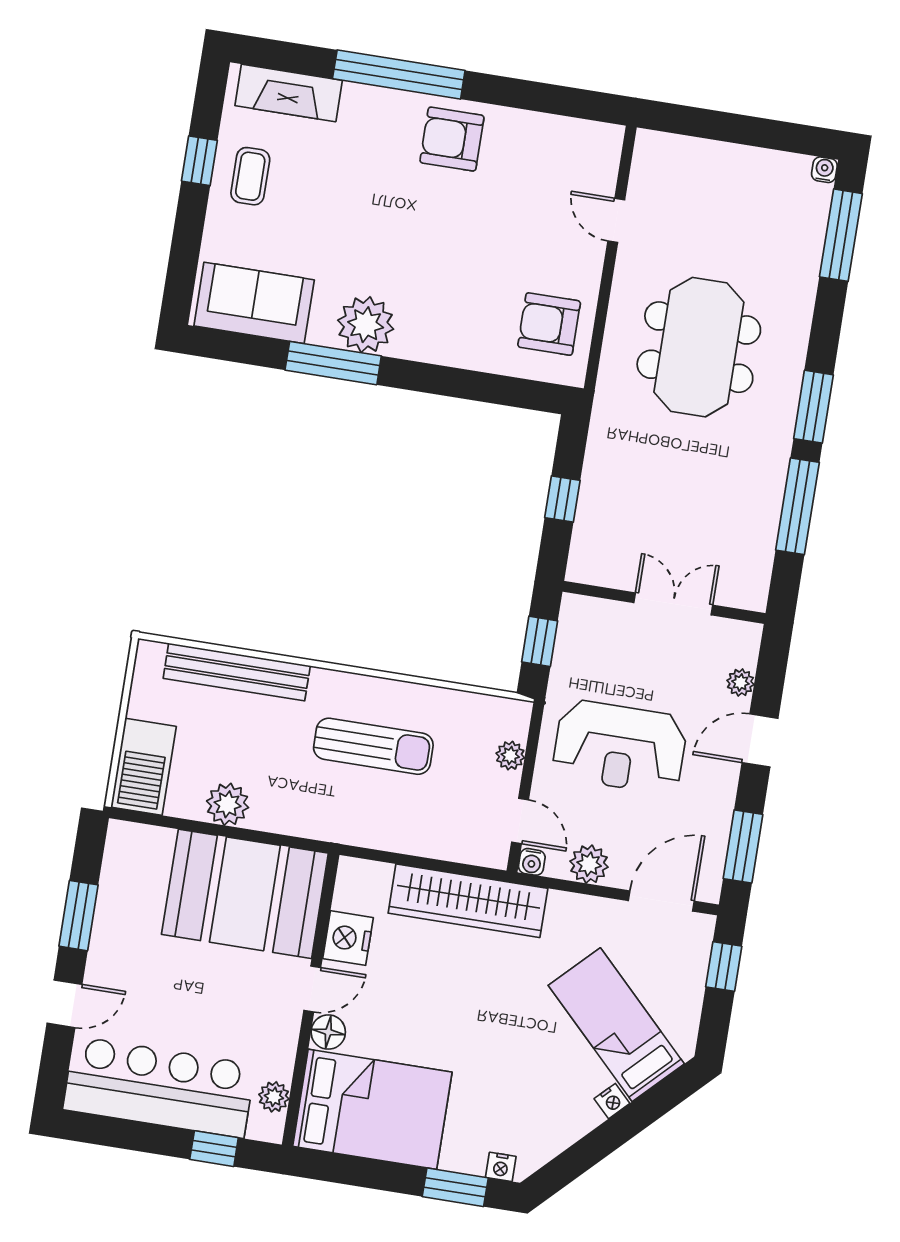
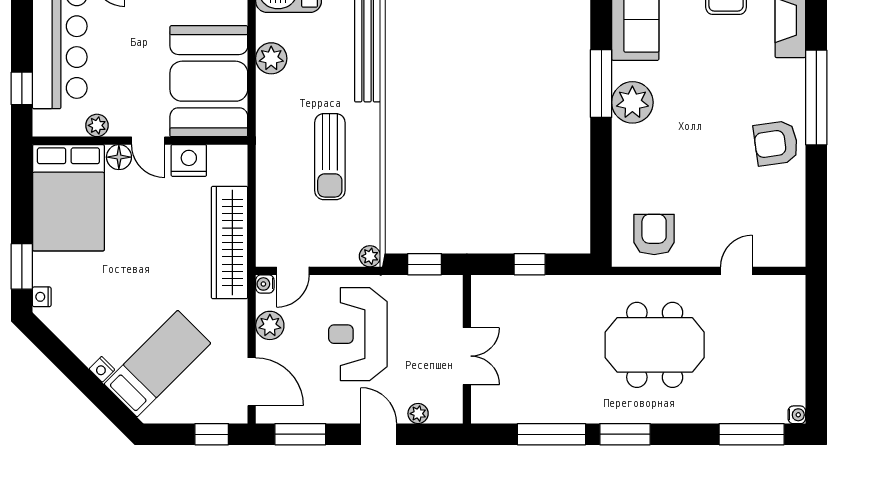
armchair: (452, 139) -> (776, 143), turned -98
plant: (510, 756) -> (370, 256), moved
plant: (274, 1097) -> (97, 125), moved

